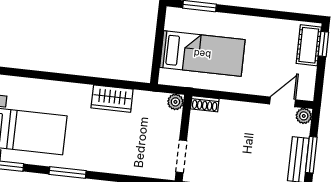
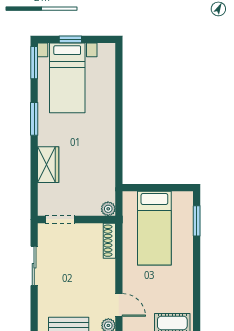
wardrobe: (112, 99) -> (48, 165), moved, turned 180
shoe rack: (205, 104) -> (109, 241), width x1.43

